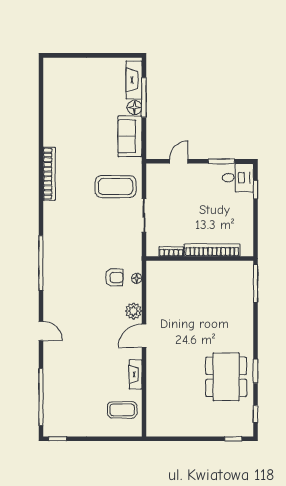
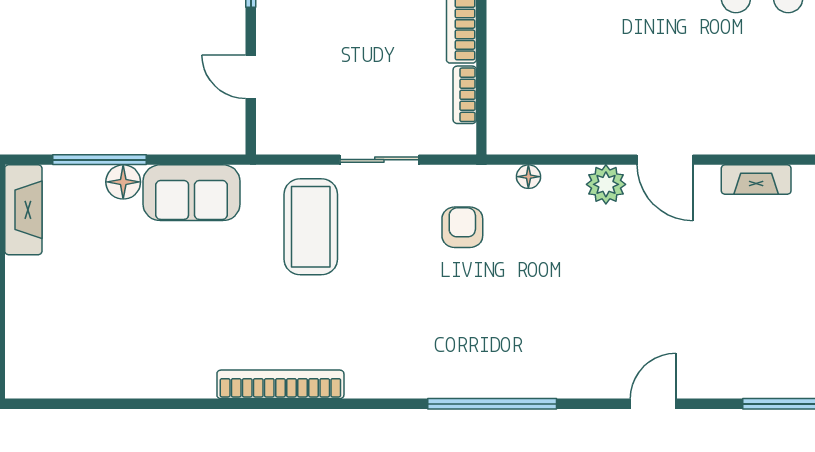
fireplace: (134, 80) -> (23, 210), moved, turned -90
armchair: (114, 277) -> (462, 227), moved

